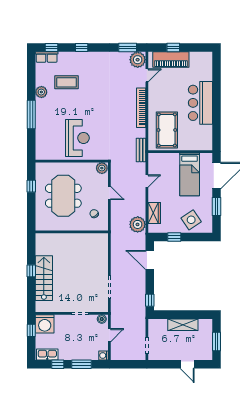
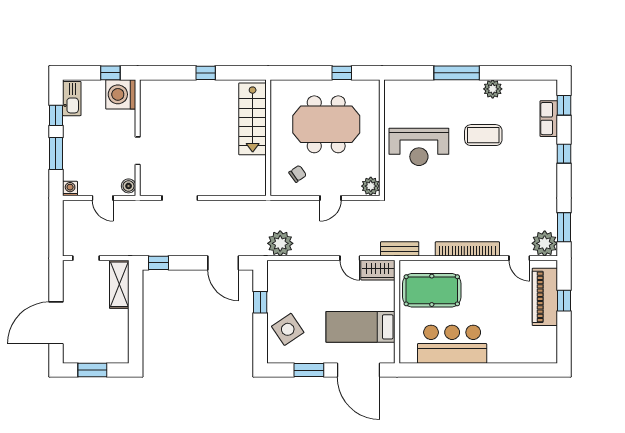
row of seats: (47, 57) -> (549, 119), moved
coffee table: (66, 82) -> (483, 135), moved, turned 90
bar counter: (200, 103) -> (452, 344), moved
wardrobe: (154, 213) -> (378, 270), moved
door: (150, 260) -> (223, 263), swing flipped
stairs: (44, 278) -> (253, 119), moved, turned 90
shelving: (183, 325) -> (119, 284), moved
door: (187, 364) -> (56, 323), width x1.88

